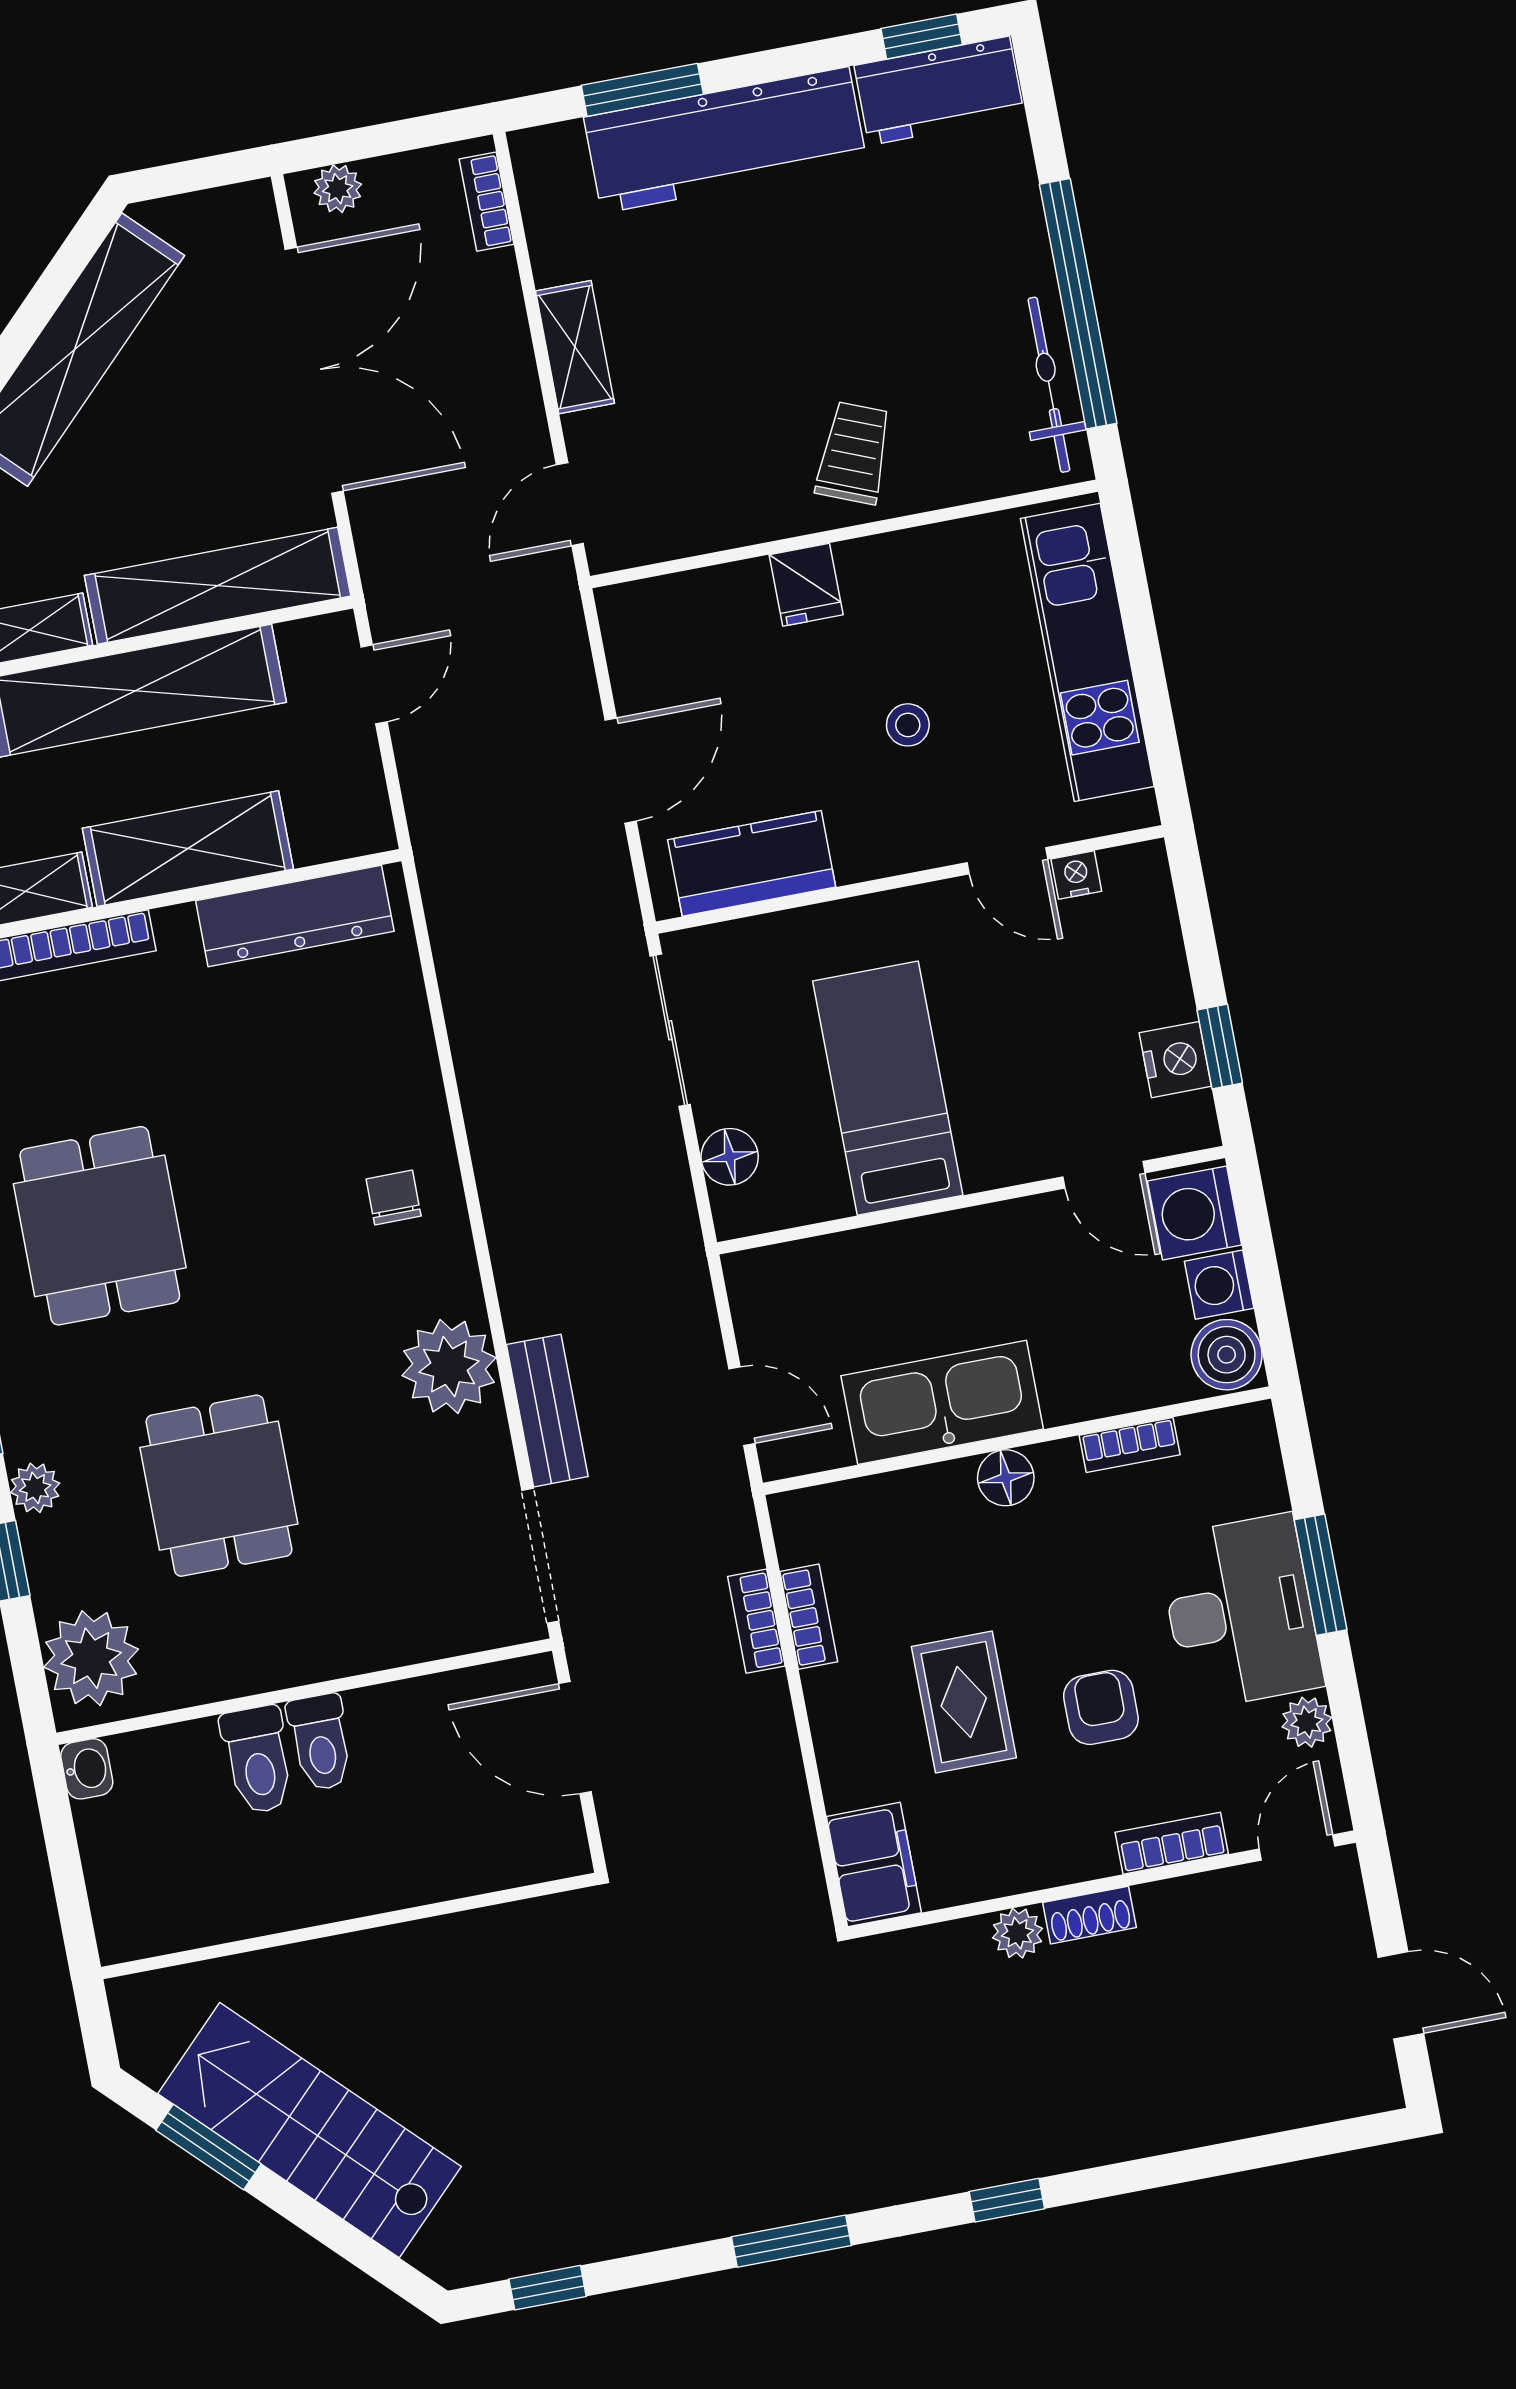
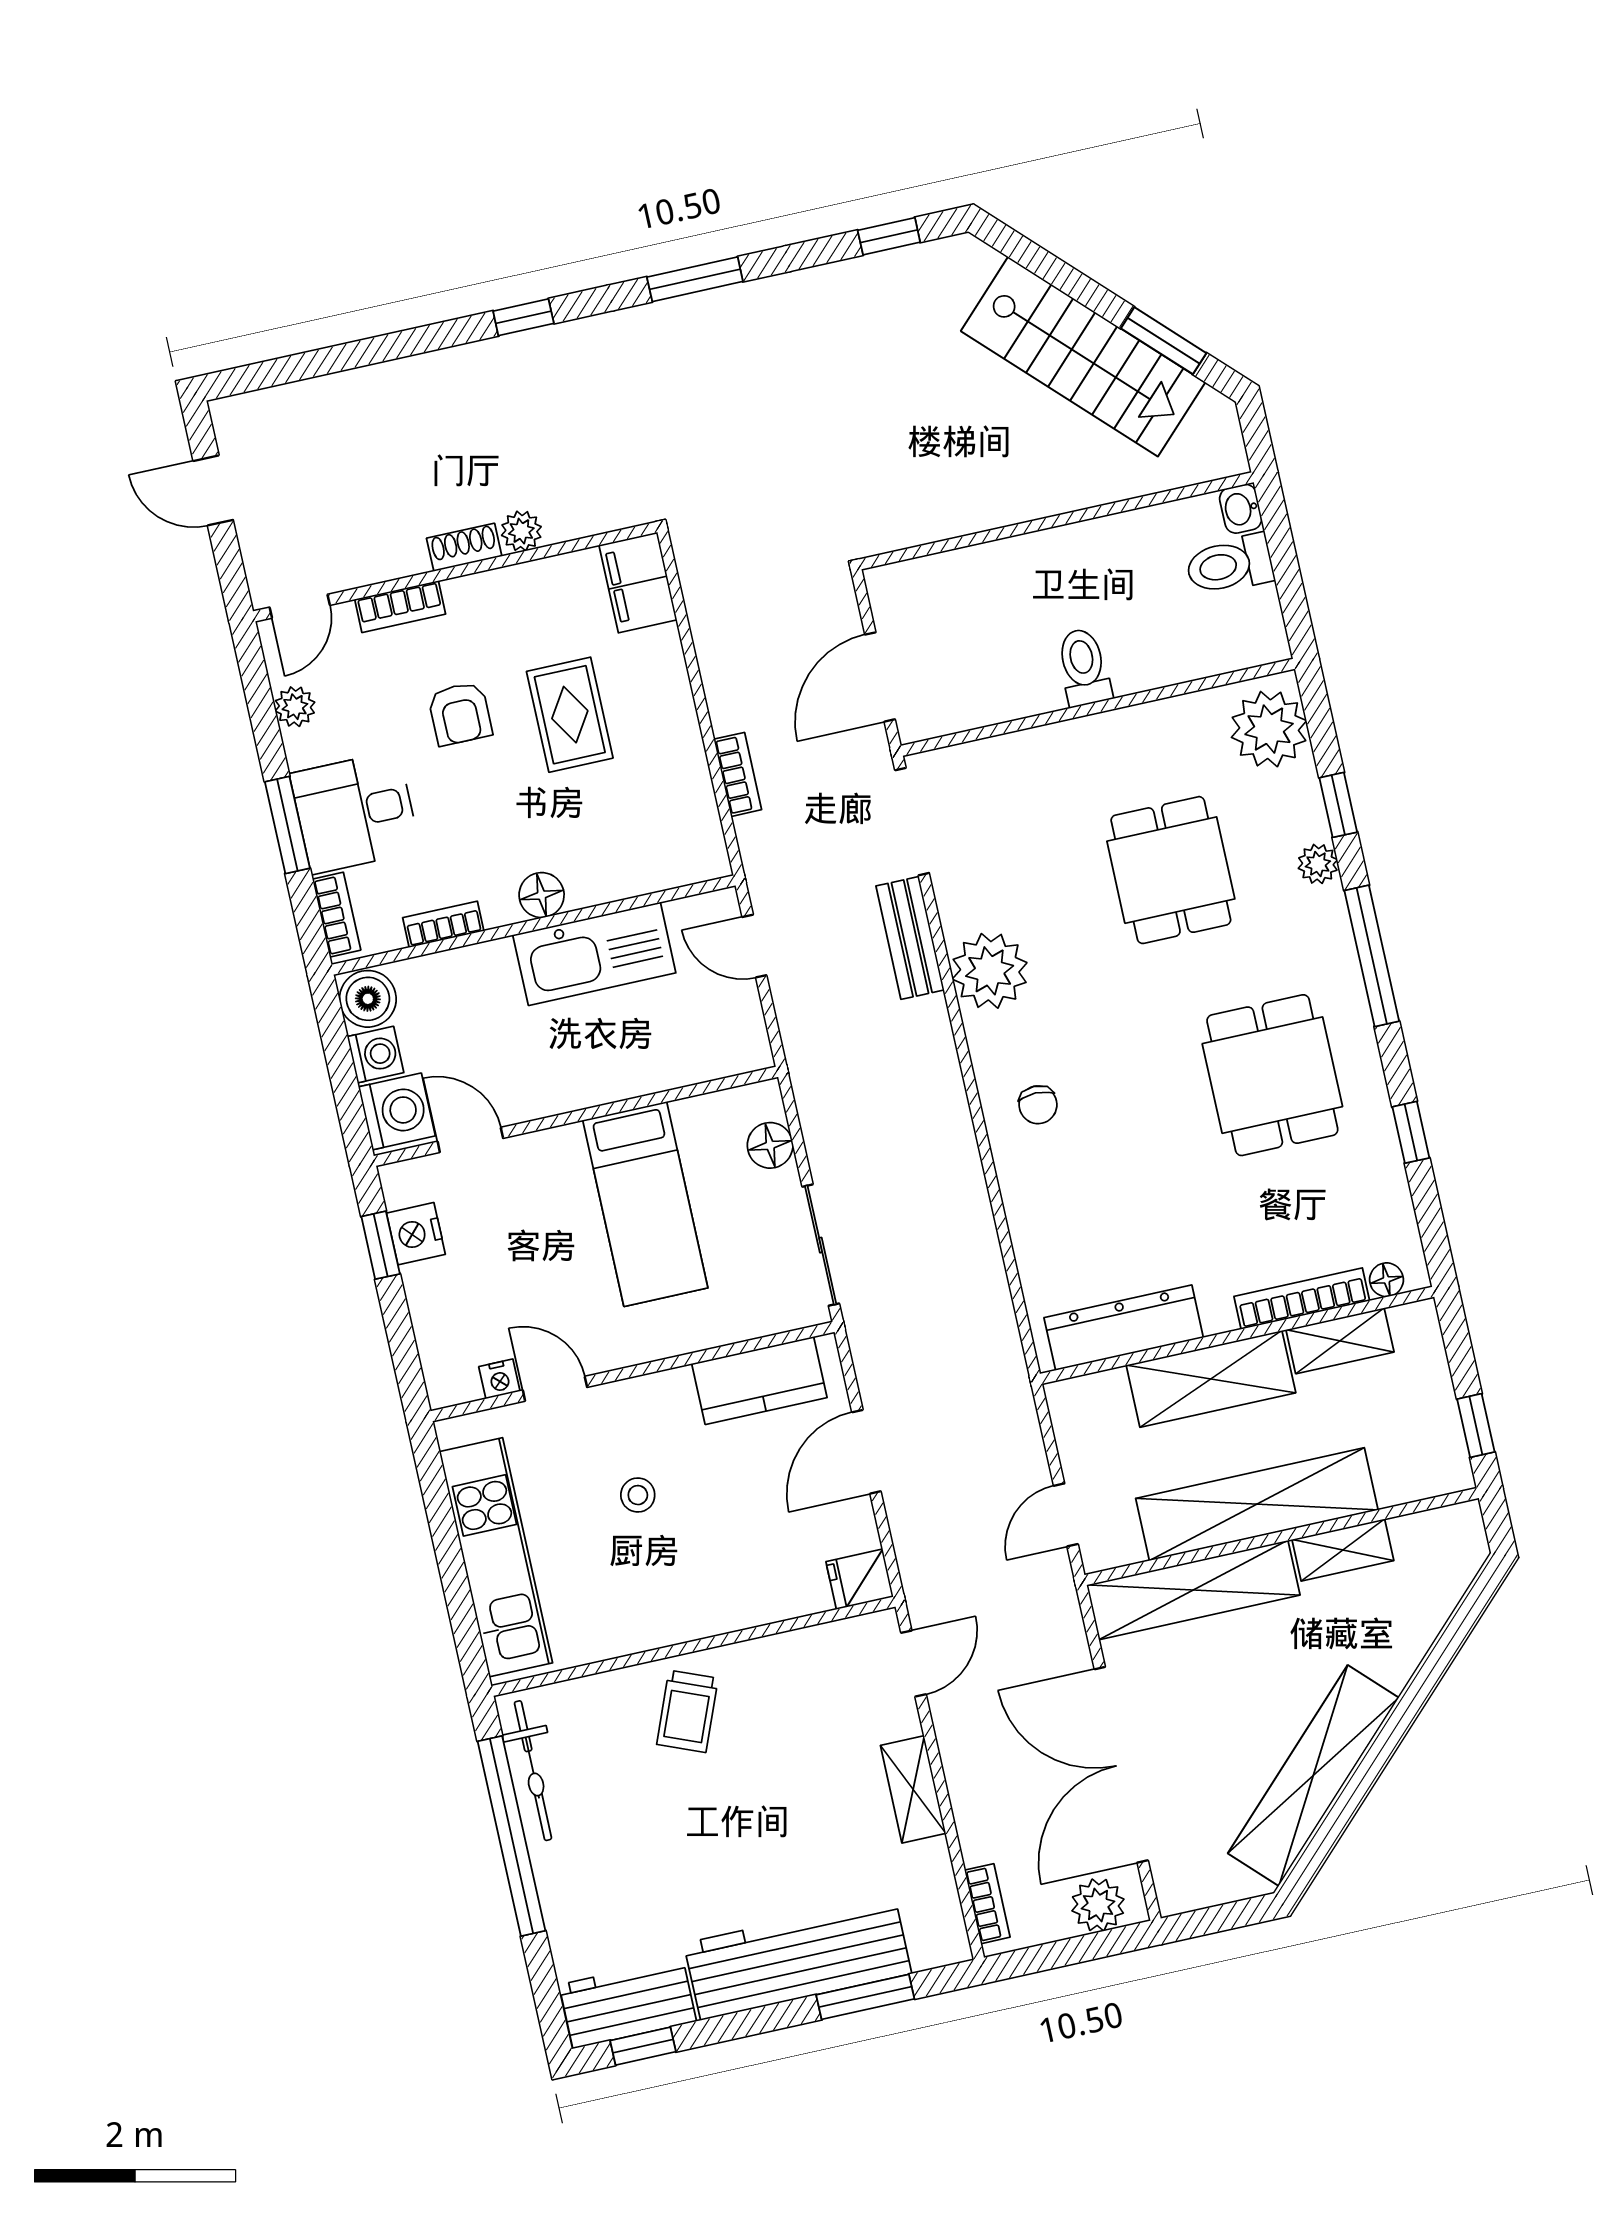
plant: (338, 189) -> (1098, 1905), width x1.38, depth x1.38
fridge: (806, 585) -> (860, 1579), moved, turned -90
desk: (1240, 1612) -> (355, 812), width x0.73
bookcase: (809, 1617) -> (337, 915), moved, turned 180
door: (575, 1738) -> (880, 677), swing flipped
toilet: (258, 1760) -> (1230, 565), moved, turned -90
washbasin: (87, 1769) -> (1241, 509), moved

